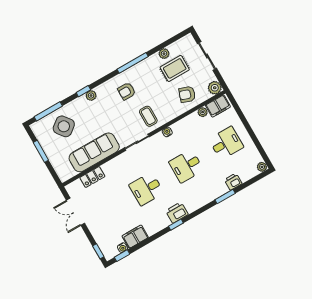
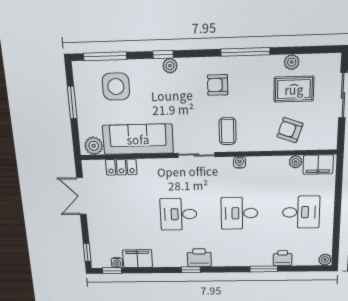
plant: (215, 88) -> (94, 146), moved
side table: (64, 126) -> (116, 87), turned 38

